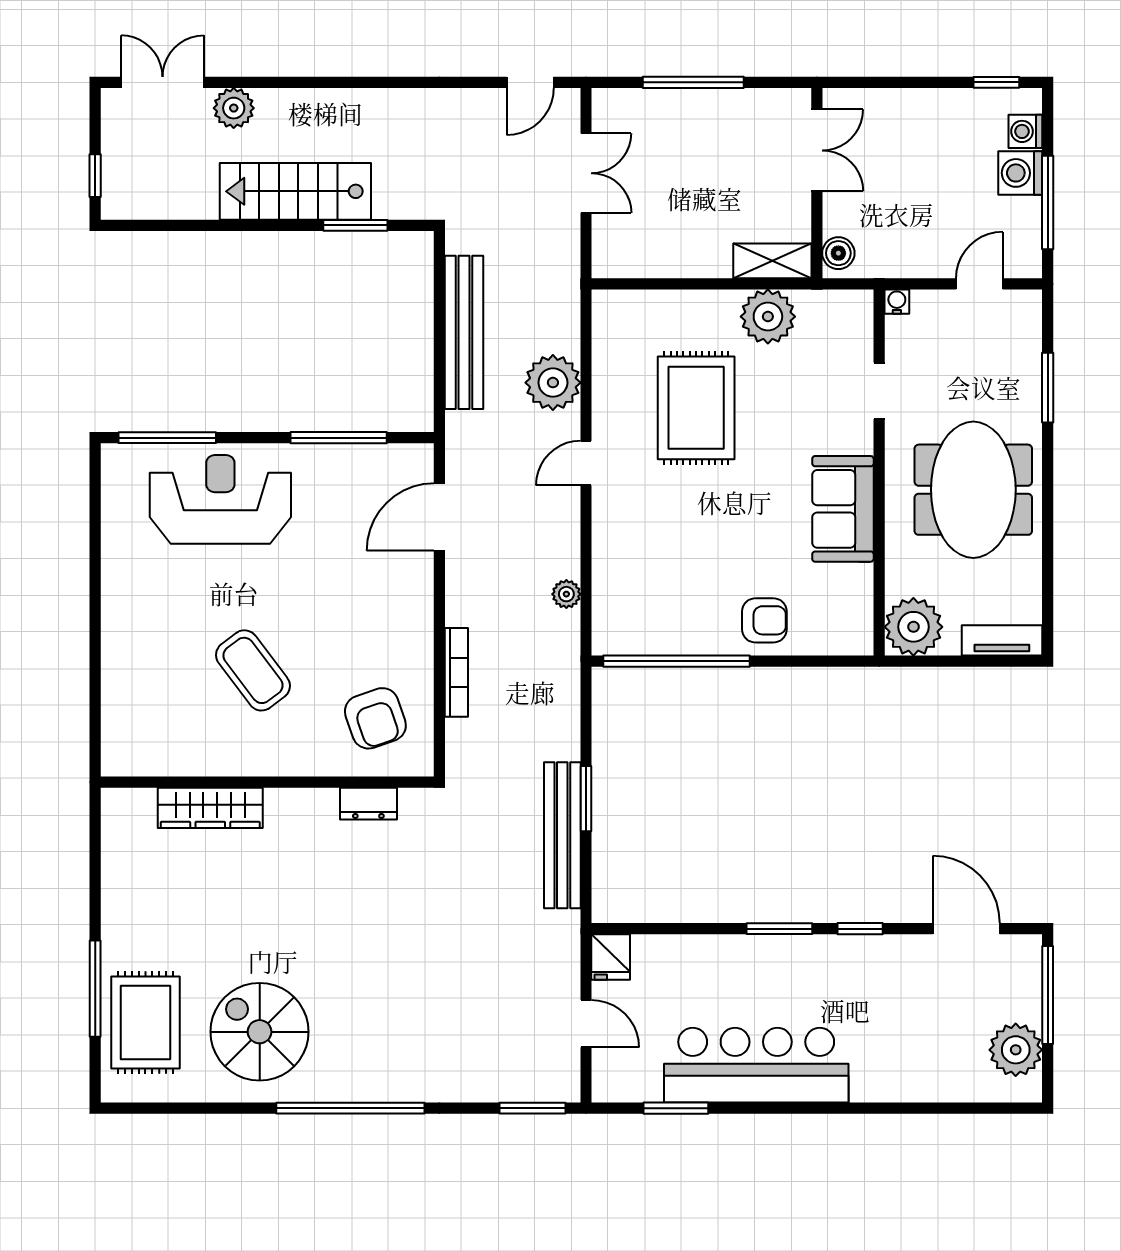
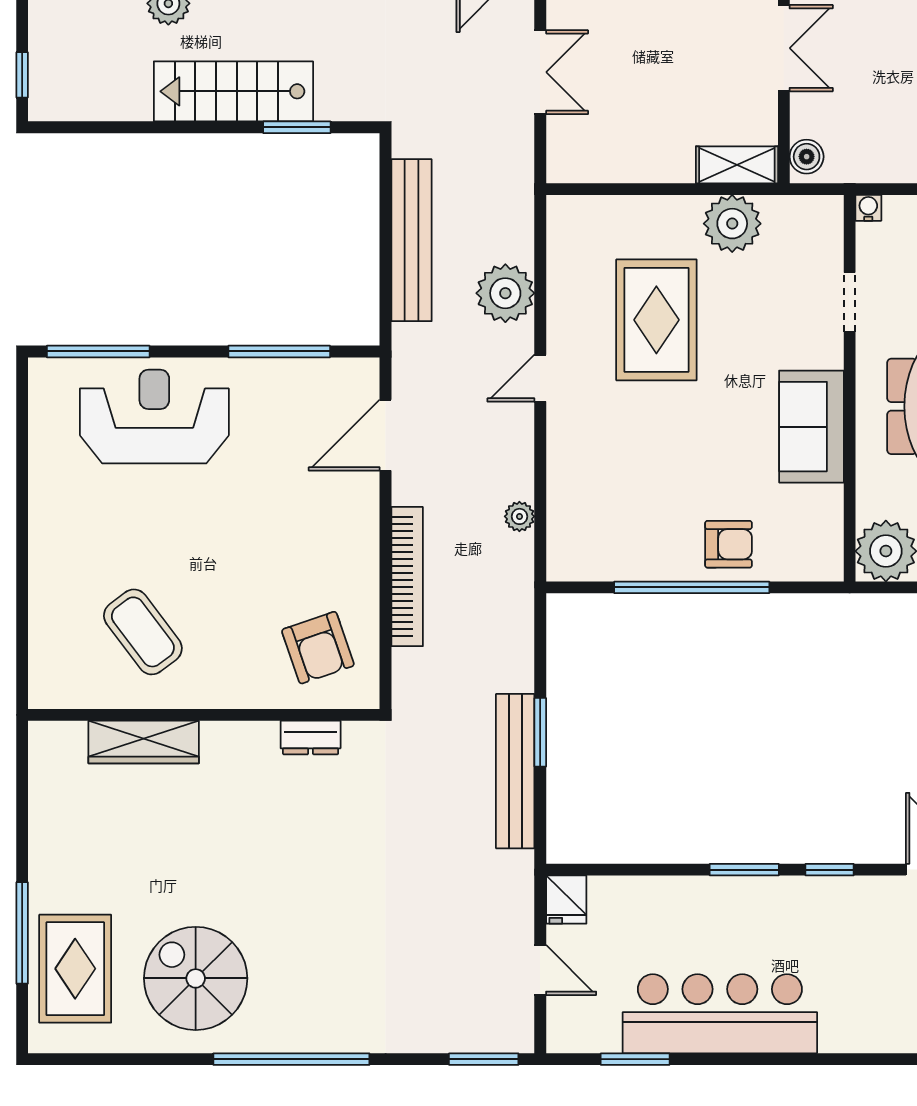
window: (676, 661) -> (692, 587), moved
coffee table: (253, 670) -> (143, 632), moved
bookcase: (456, 672) -> (407, 577), width x1.48, depth x1.31

